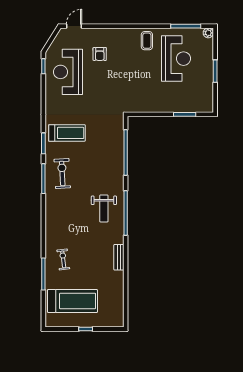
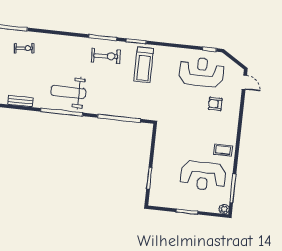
weight bench: (104, 208) -> (68, 92), width x1.36, depth x1.33

